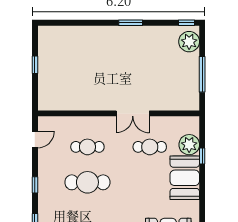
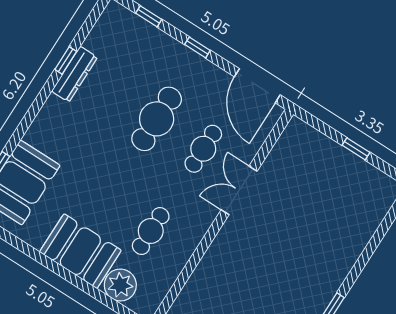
double door: (133, 113) -> (239, 190), moved
door: (35, 140) -> (257, 86), width x1.88
window: (202, 156) -> (94, 293), removed

